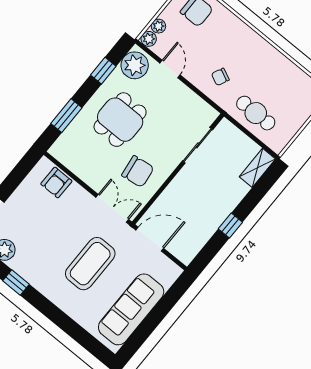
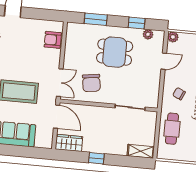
plant: (158, 26) -> (184, 38), removed
plant: (135, 65) -> (148, 34), width x0.53, depth x0.53
wardrobe: (190, 246) -> (69, 143), added

